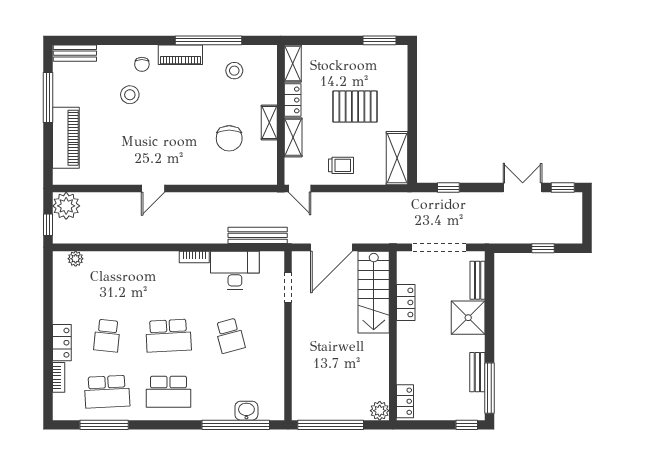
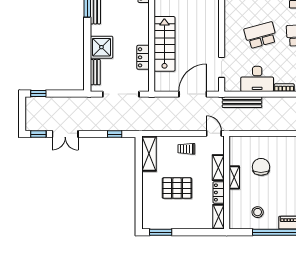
window: (543, 248) -> (38, 94), moved
stairs: (374, 292) -> (164, 44), moved
school desk: (230, 336) -> (261, 35), width x1.85

